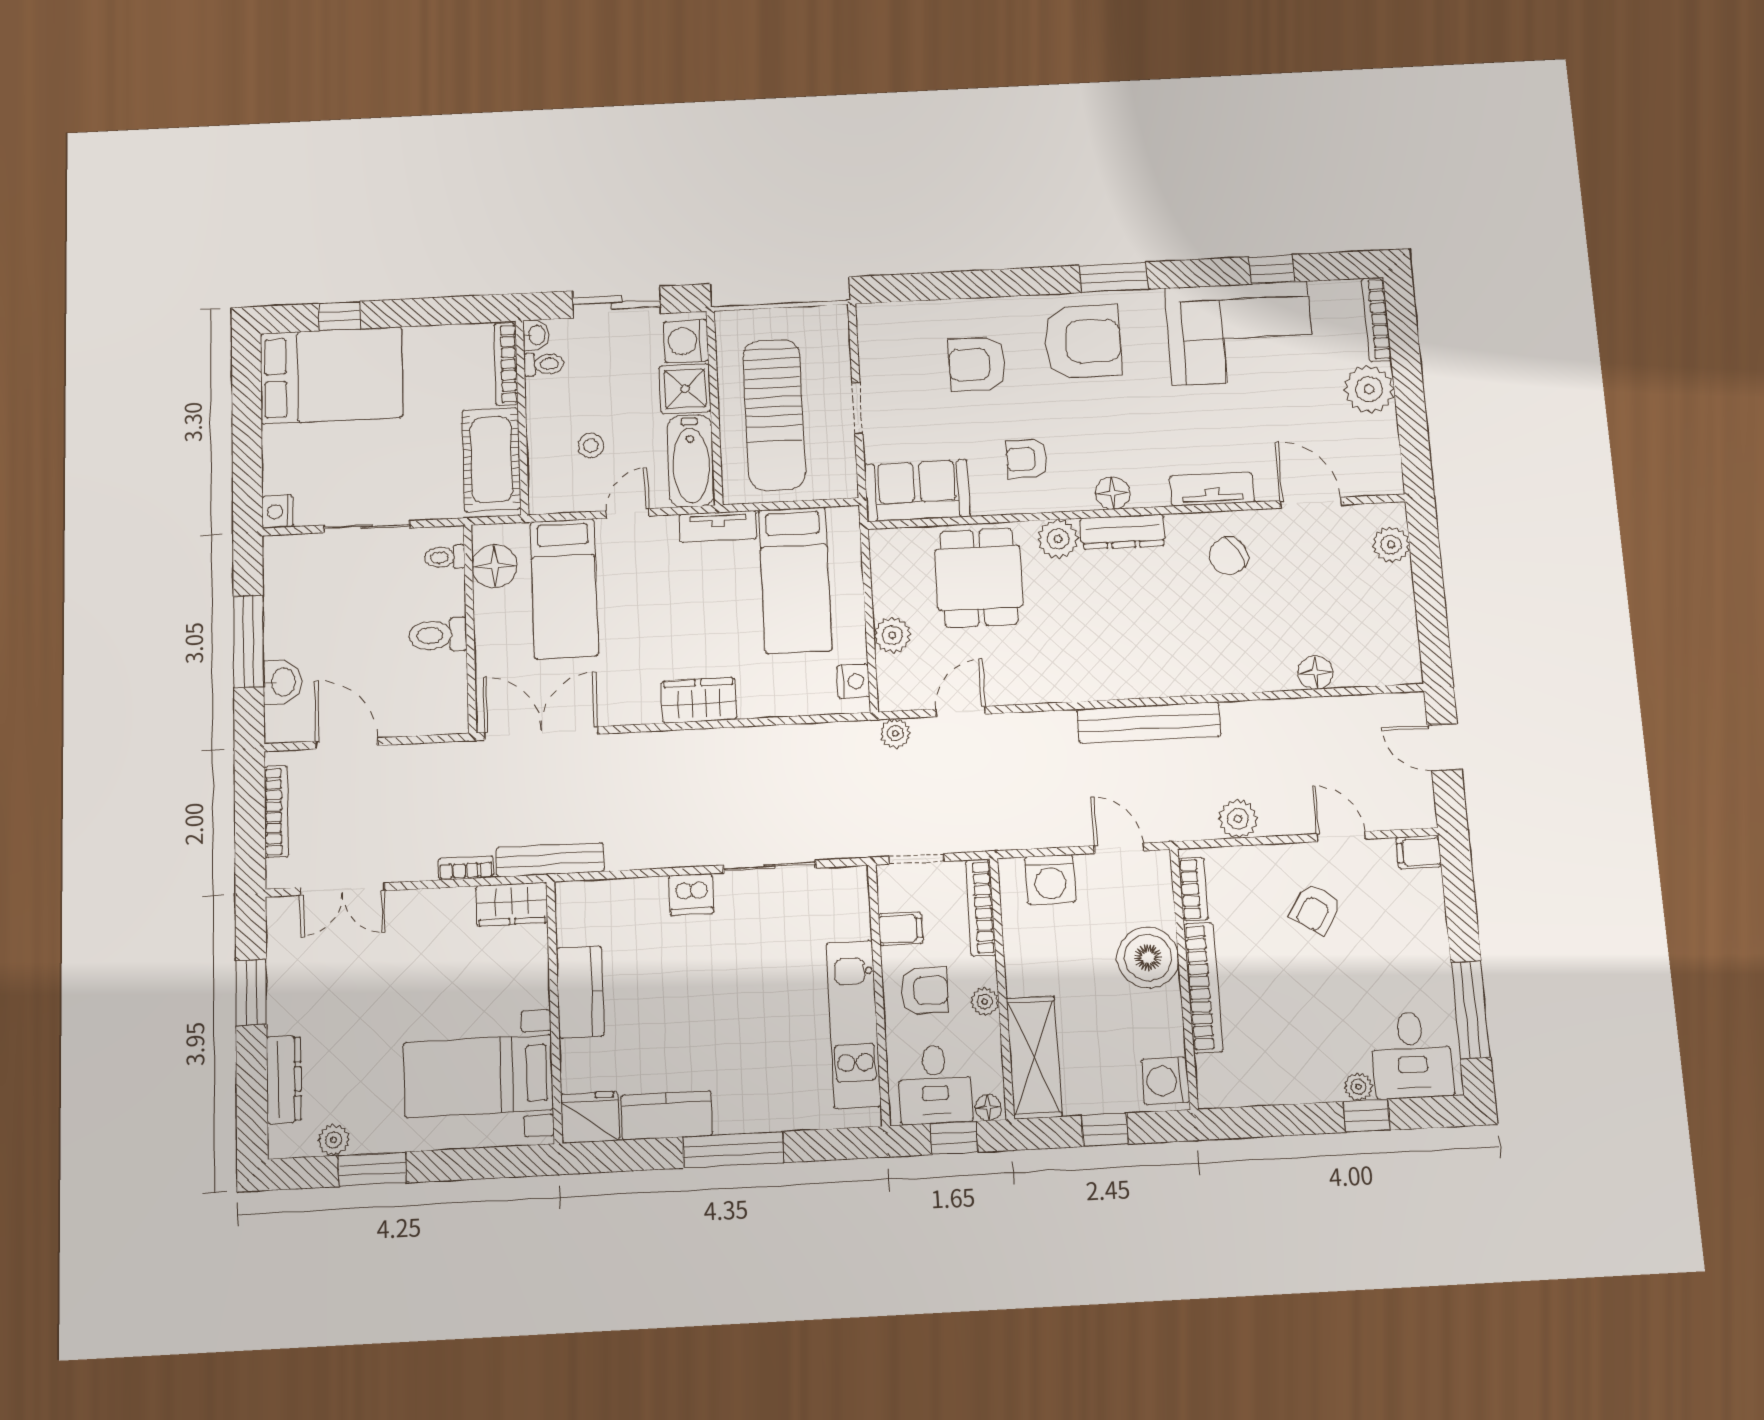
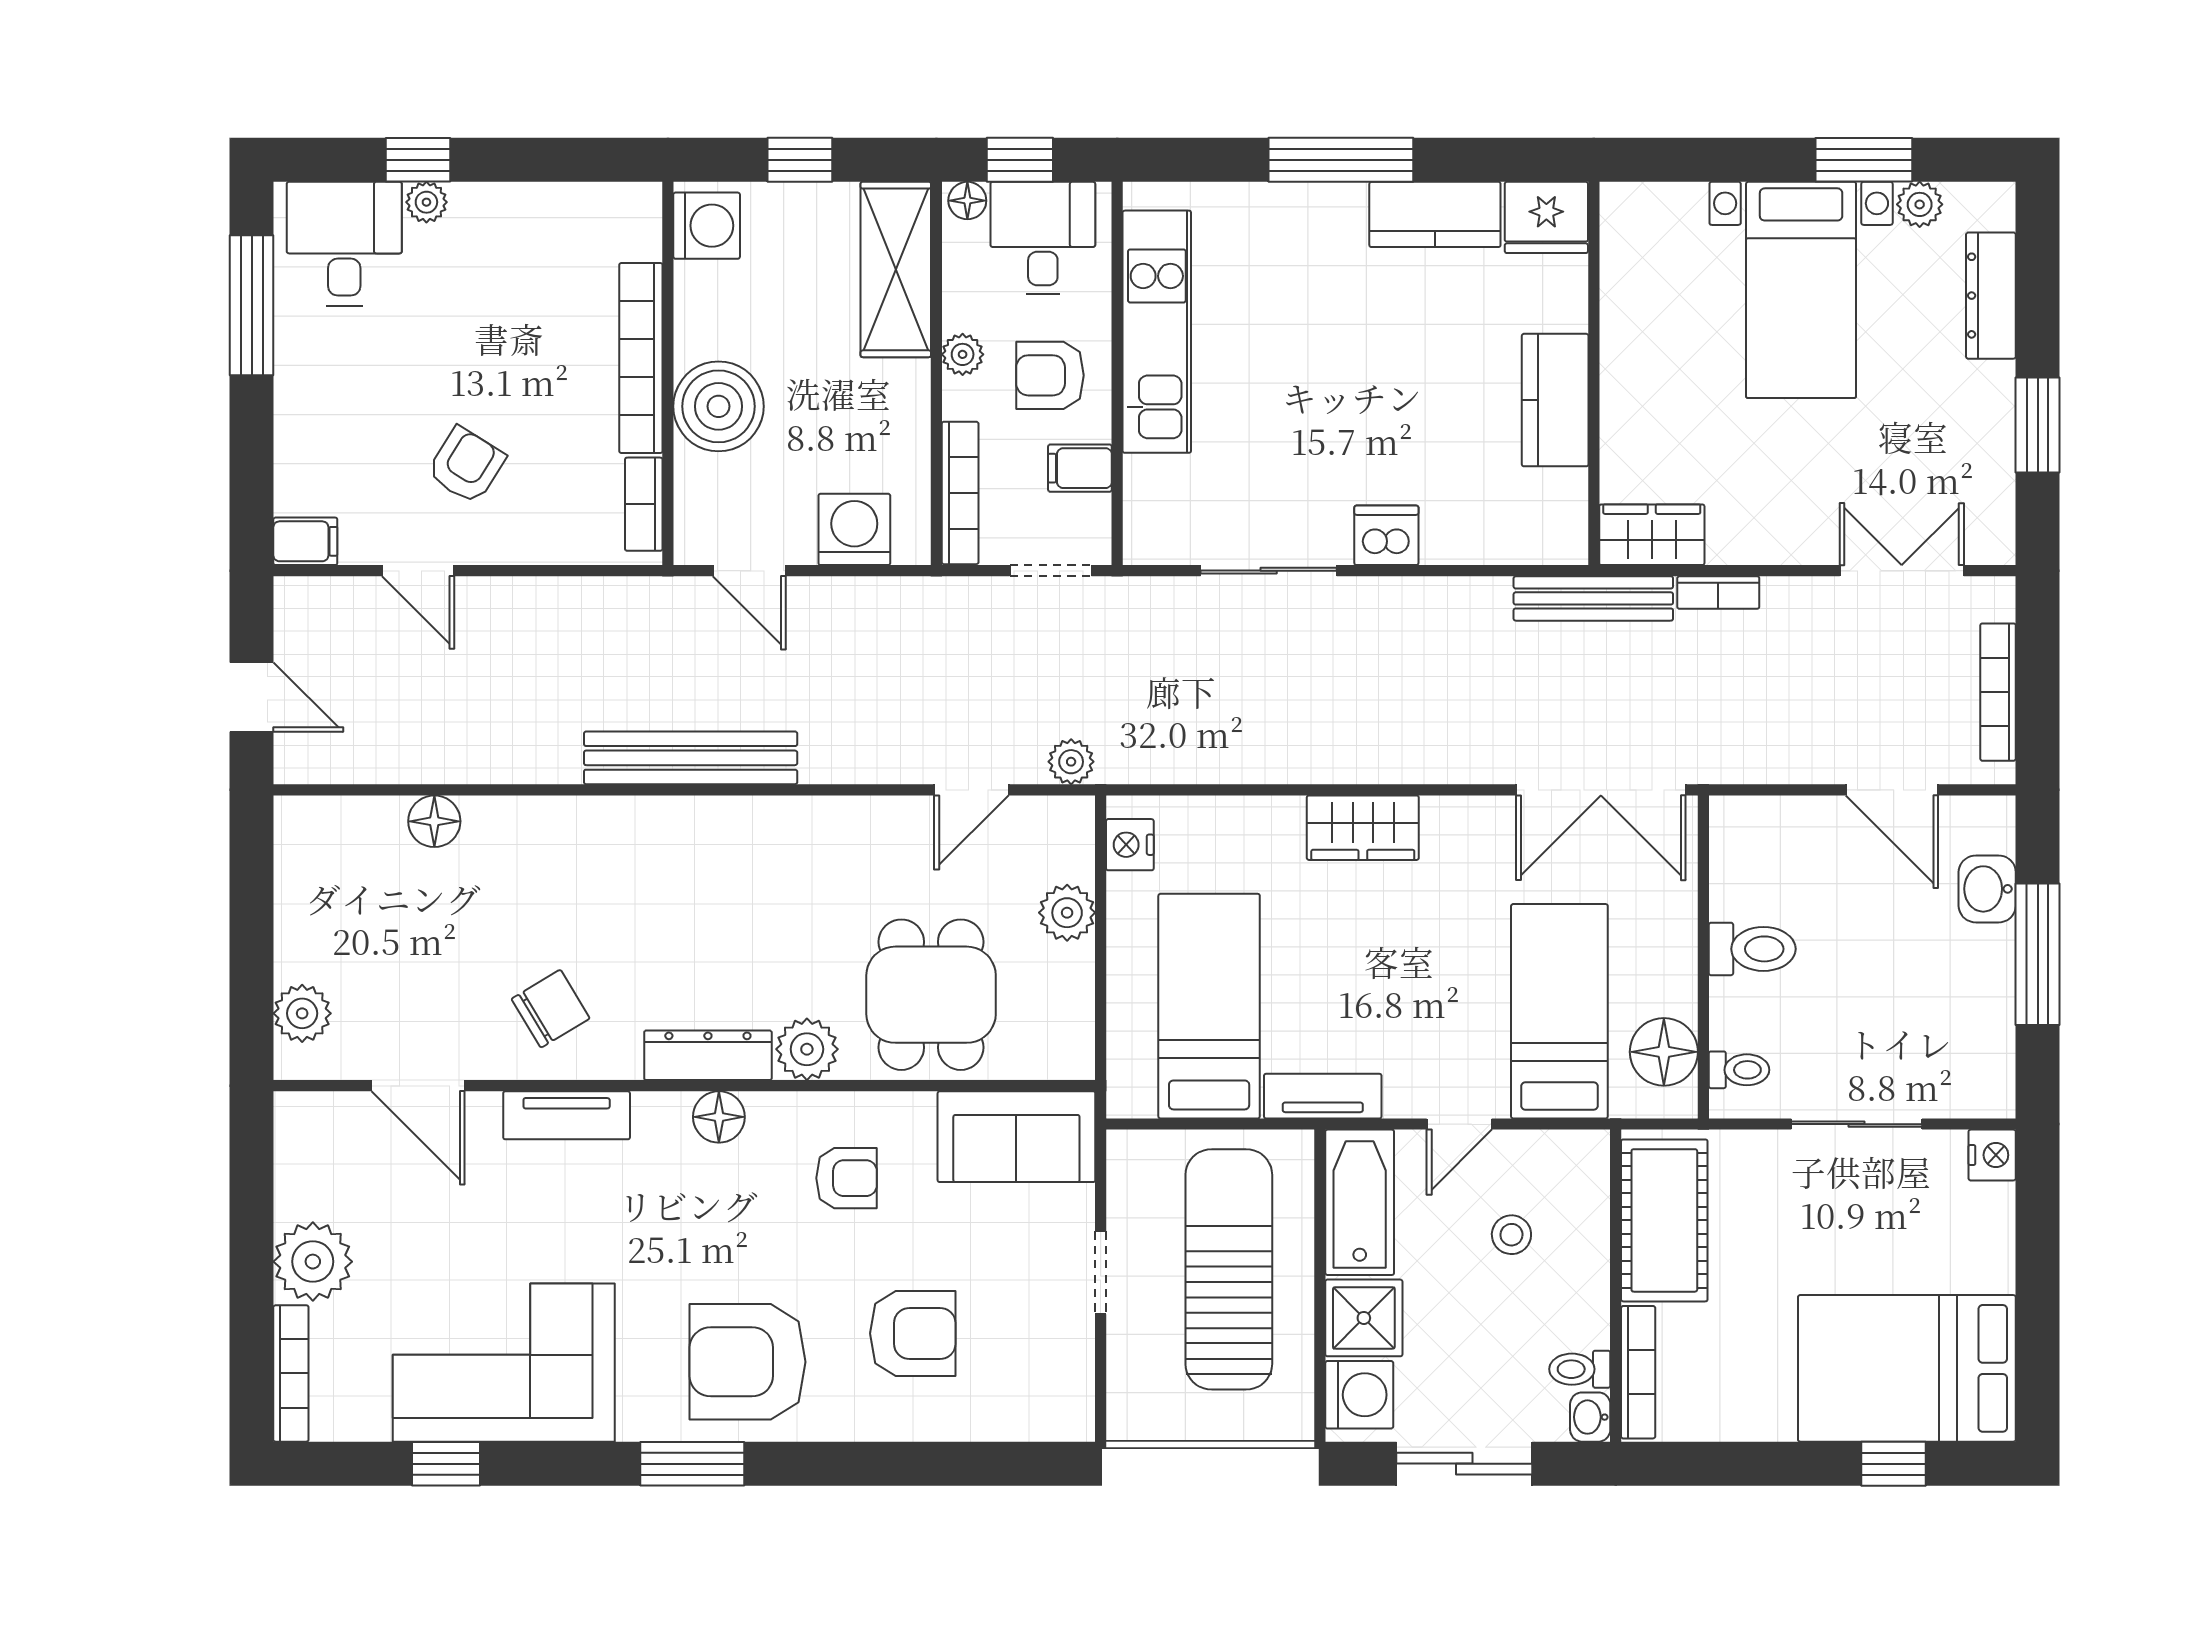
plant: (1238, 819) -> (569, 606), removed
bed with nightstands: (478, 1076) -> (1801, 290), moved, turned 90

